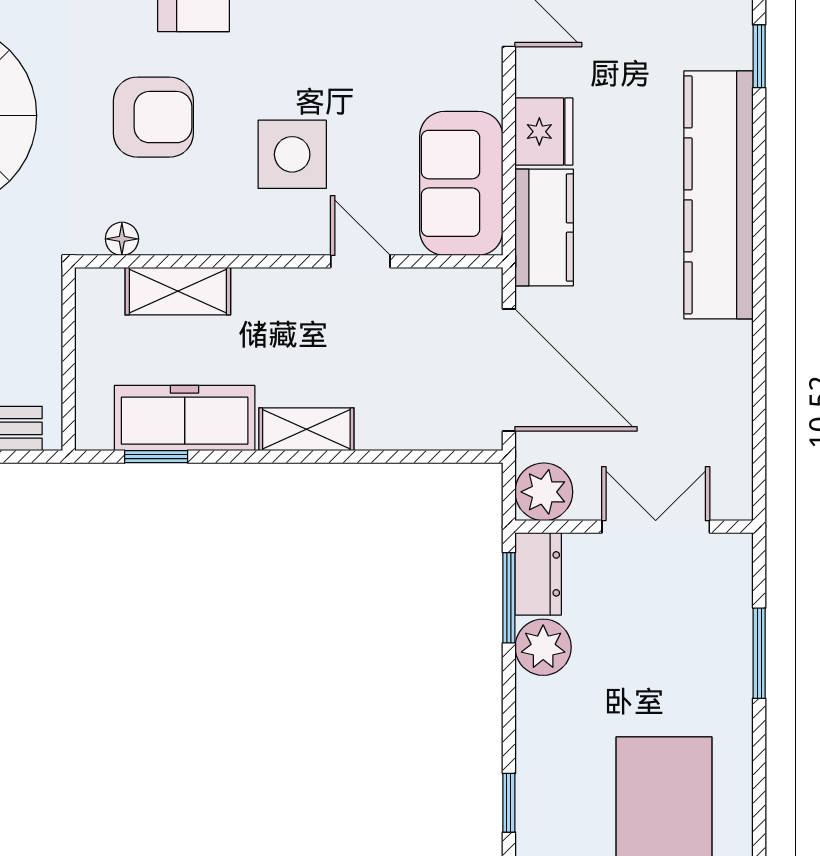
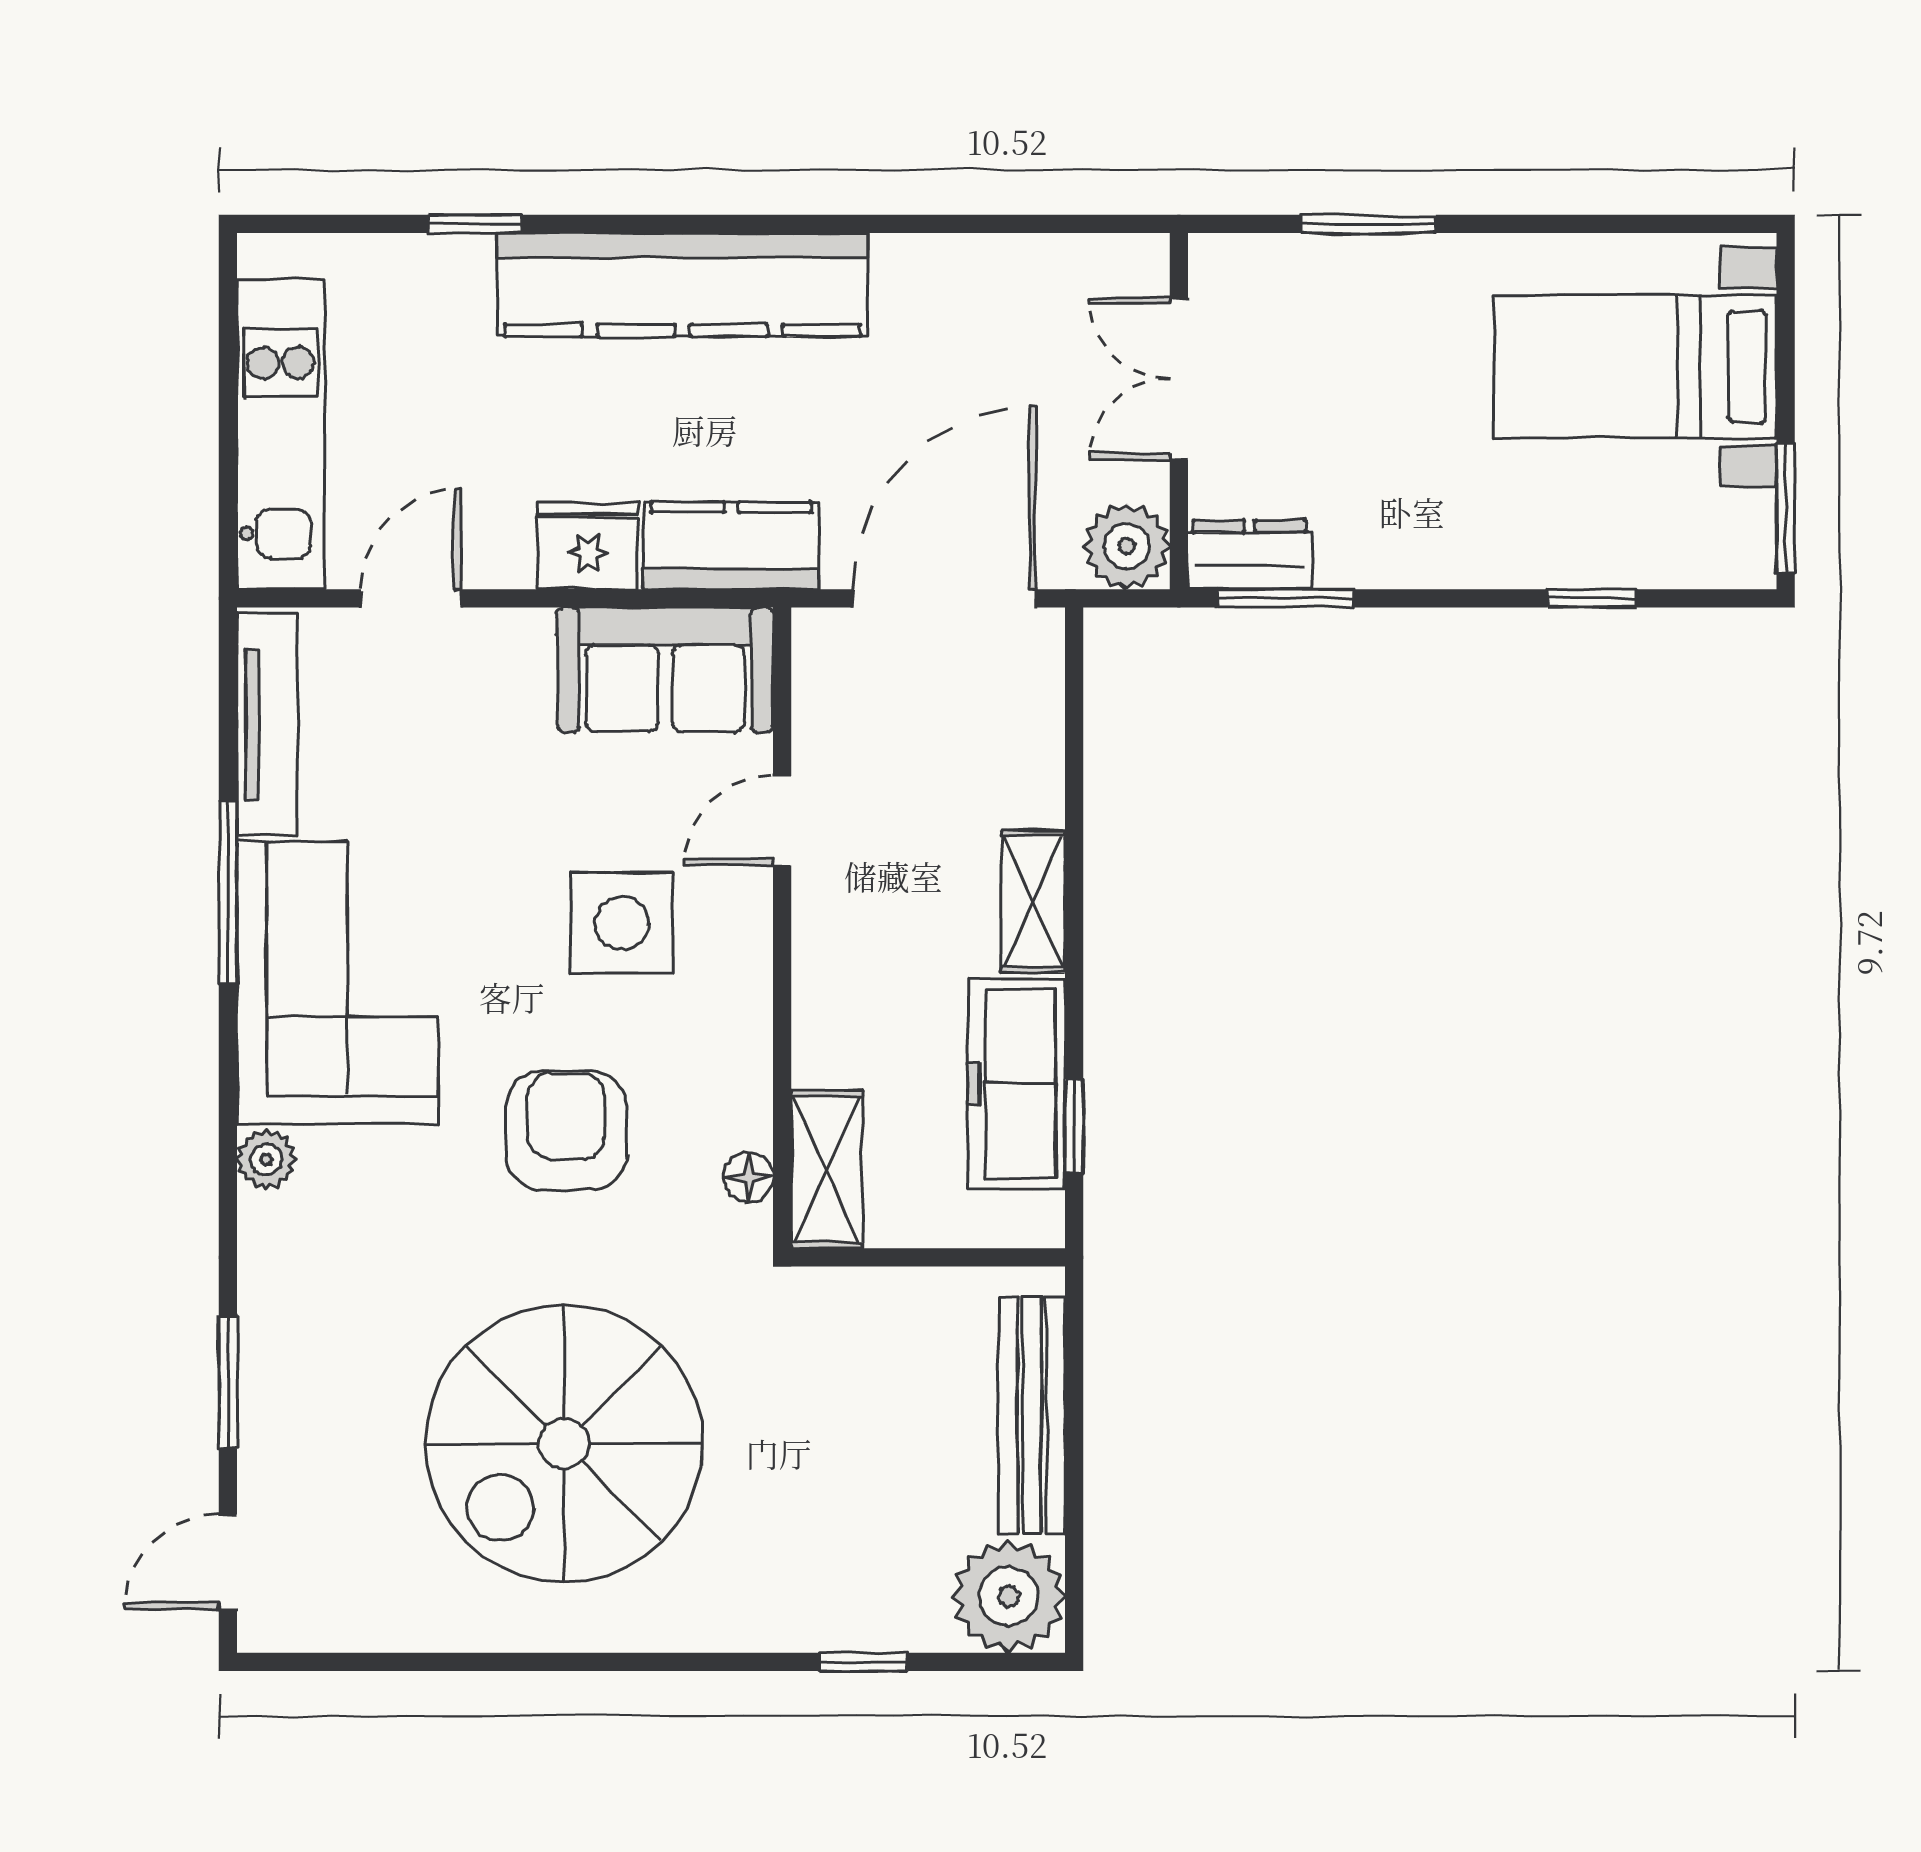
shelving: (178, 291) -> (827, 1169), moved
plant: (543, 647) -> (1359, 547), removed

